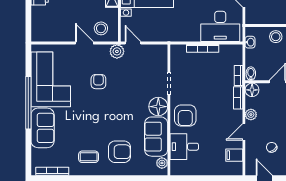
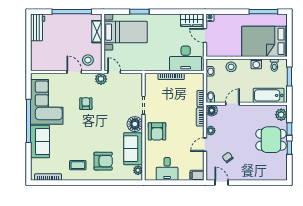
desk: (184, 147) -> (167, 169), moved, turned -90
filing cabinet: (234, 155) -> (197, 175), moved

